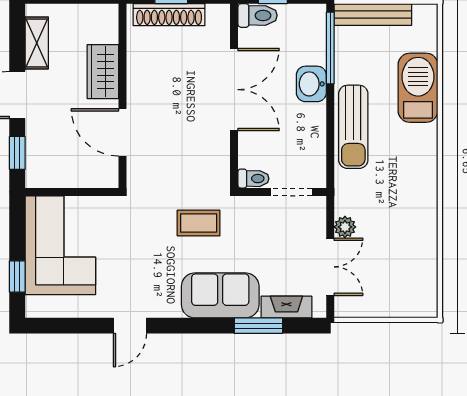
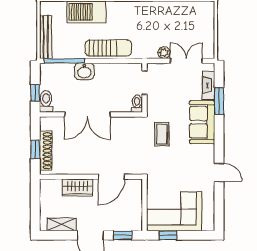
double door: (234, 90) -> (87, 114), swing flipped
window: (17, 276) -> (168, 235), moved

